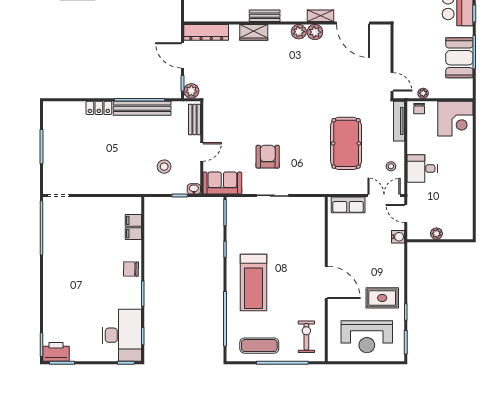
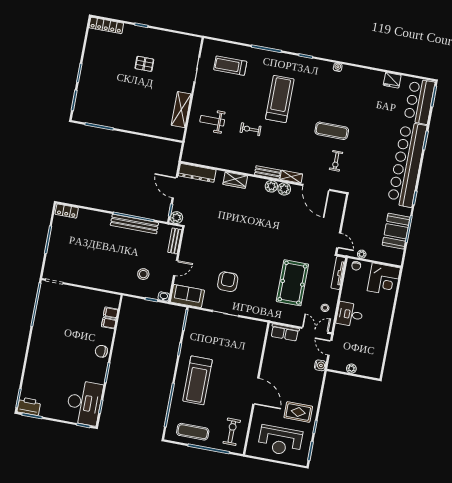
bench: (265, 16) -> (268, 172), moved
locker: (99, 108) -> (67, 211), moved

